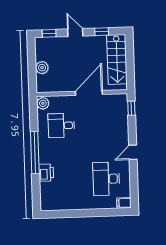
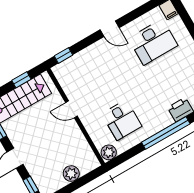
window: (130, 68) -> (21, 80), added
door: (89, 93) -> (71, 109), width x0.53

